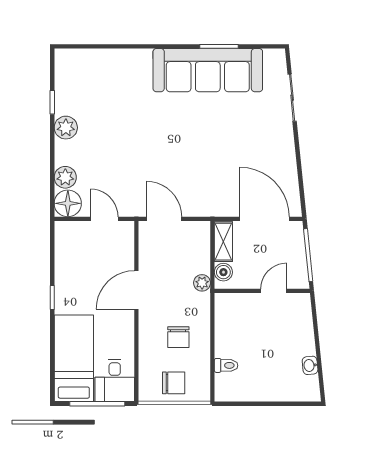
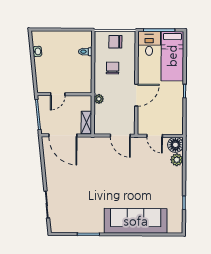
sofa: (208, 70) -> (136, 221), moved
plant: (66, 128) -> (176, 188), removed
boiler: (223, 272) -> (87, 105), removed

